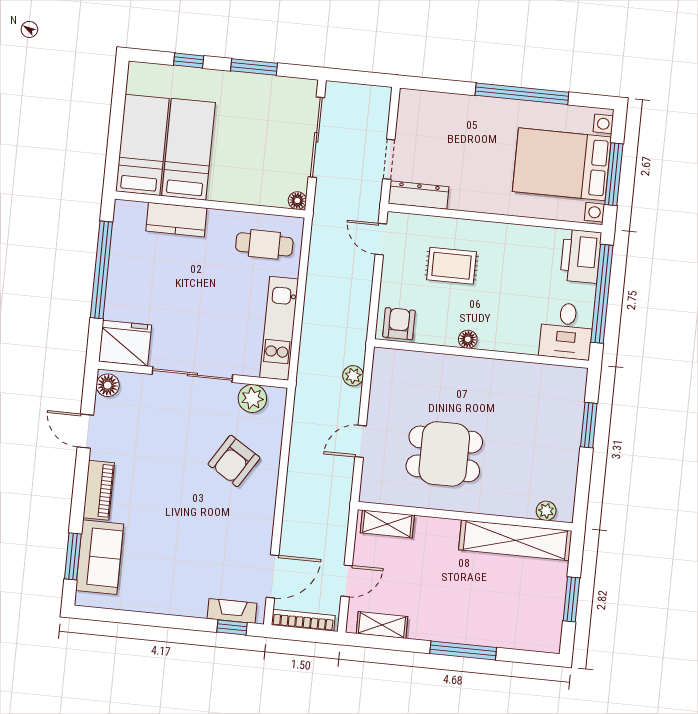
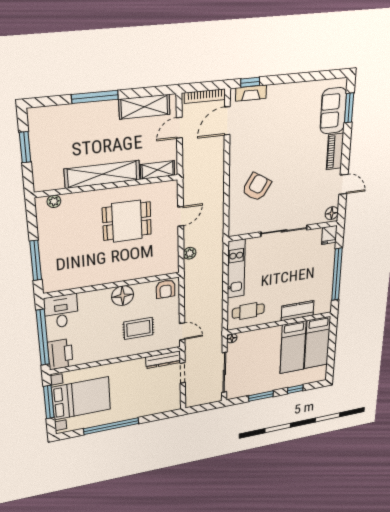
floor lamp: (468, 339) -> (123, 296), width x1.89, depth x1.89
fridge: (125, 343) -> (329, 235), width x0.53, depth x0.75
plant: (252, 398) -> (248, 226), removed
window: (589, 425) -> (36, 260), width x1.44
shelving: (515, 540) -> (102, 174), moved
shelving: (382, 625) -> (144, 107), width x1.50, depth x1.33

